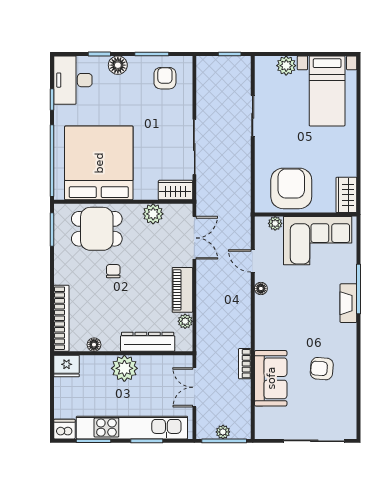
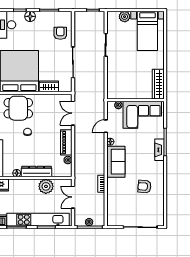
armchair: (165, 78) -> (60, 33), moved
armchair: (291, 188) -> (127, 86), removed
wardrobe: (175, 190) -> (49, 86), moved
wardrobe: (346, 195) -> (158, 84), width x1.50
plant: (153, 214) -> (50, 100), removed
double door: (194, 238) -> (73, 113), swing flipped
door: (253, 261) -> (106, 126), hinge flipped
dresser: (148, 342) -> (36, 172), moved
plant: (124, 368) -> (46, 186), moved
sofa: (271, 378) -> (116, 162), moved

